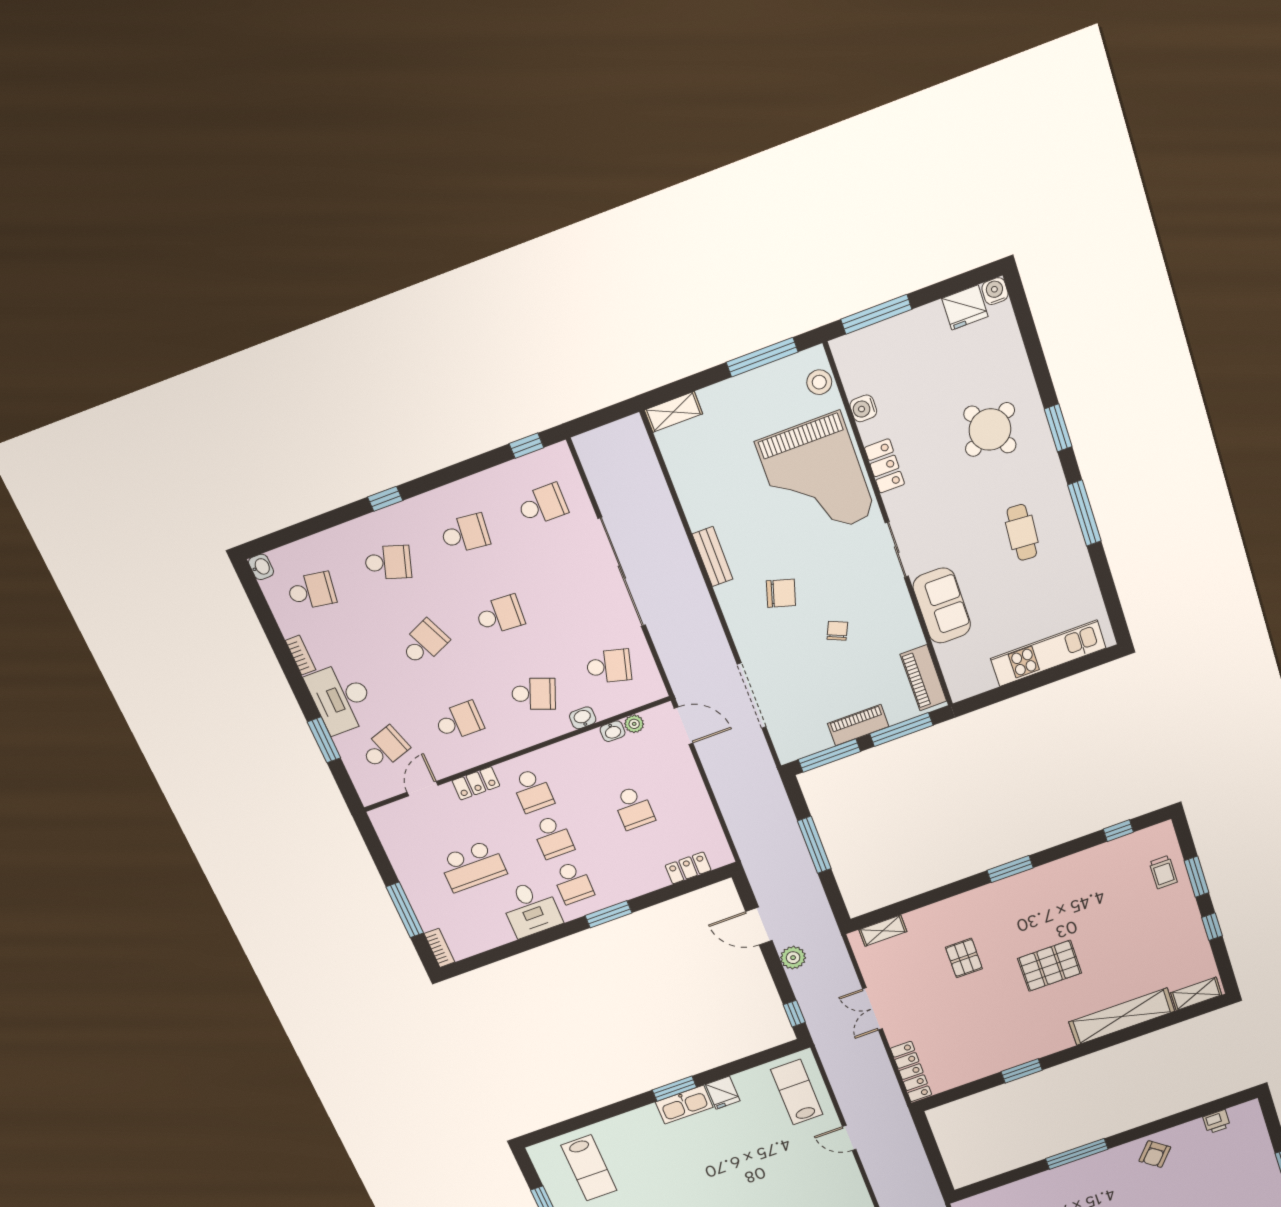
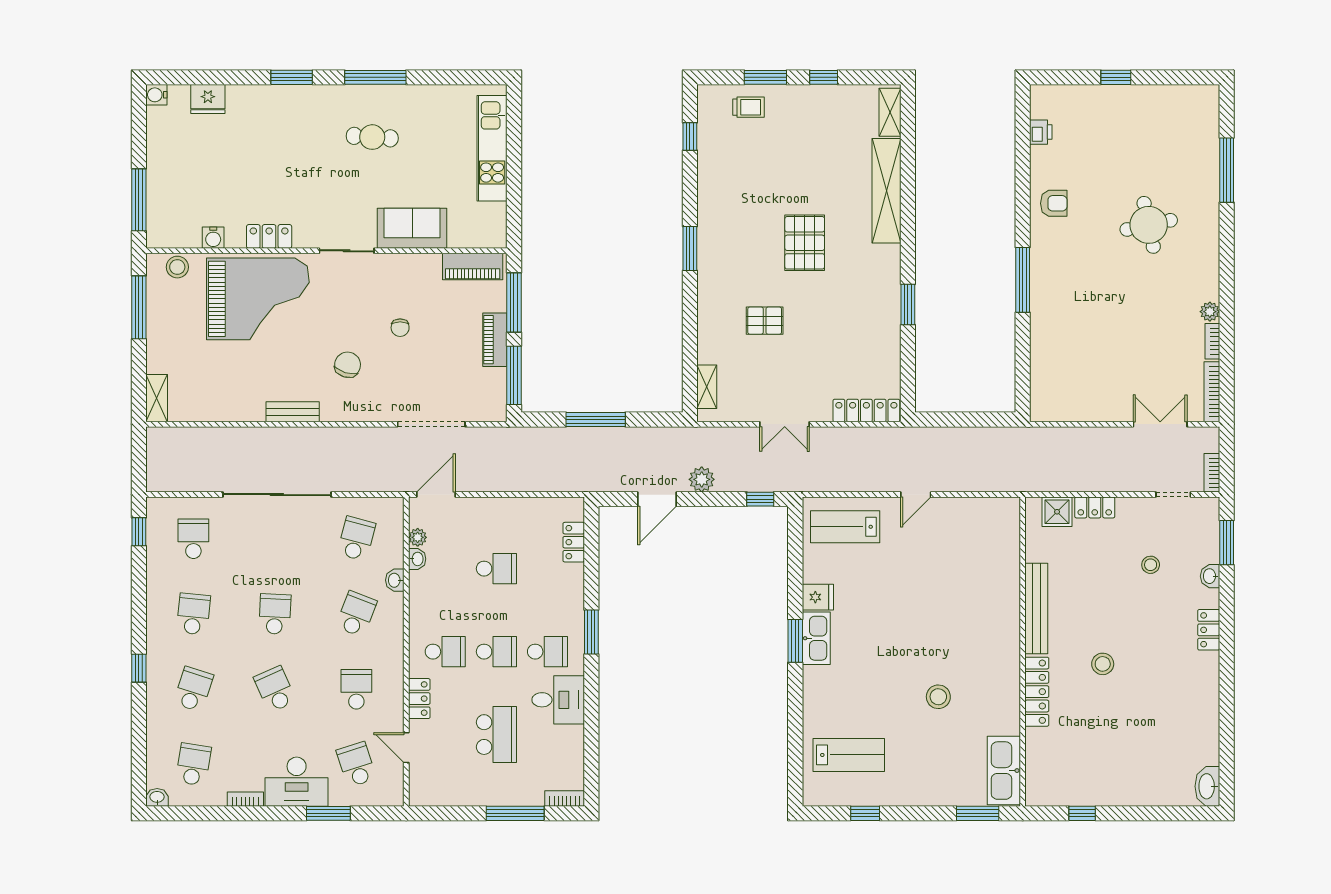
fridge: (965, 307) -> (208, 99), moved, turned 90
round table: (990, 429) -> (271, 136), removed
chair: (837, 631) -> (400, 328), turned -114
armchair: (1155, 1154) -> (1054, 203), turned -39

